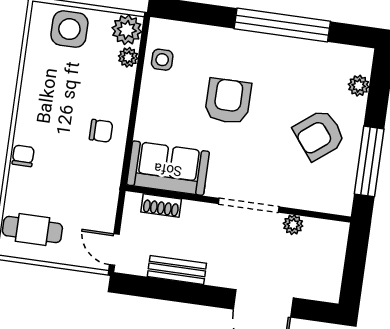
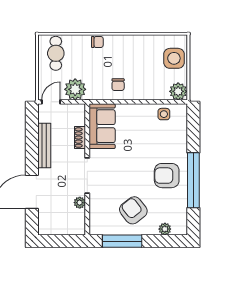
plant: (128, 57) -> (75, 89), moved, width x1.87, depth x1.87
armchair: (228, 101) -> (167, 176), moved, turned 180
shoe rack: (161, 206) -> (80, 138), moved
bench: (177, 270) -> (44, 145), width x1.36

